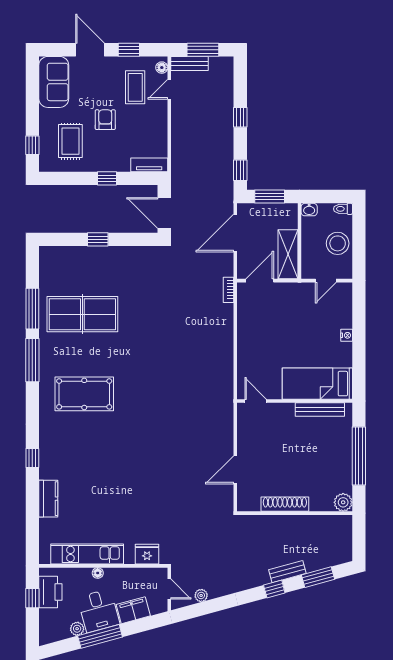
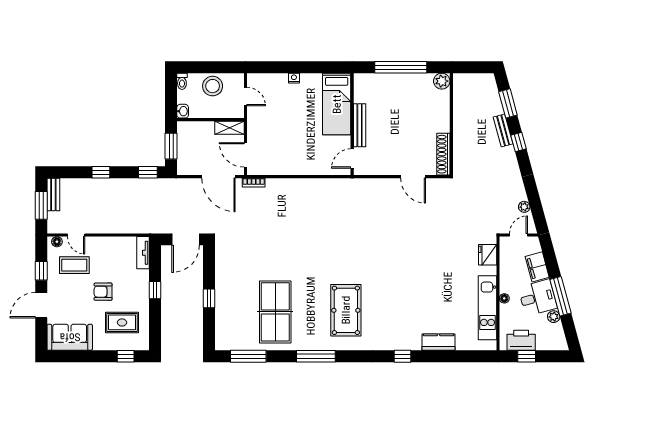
bench: (189, 63) -> (53, 195), moved
door: (235, 233) -> (218, 177), moved
shelving: (288, 254) -> (230, 128), width x0.67, depth x0.75
window: (32, 309) -> (248, 356), moved
bench: (320, 409) -> (360, 125), moved
shoe rack: (285, 504) -> (443, 154), moved

